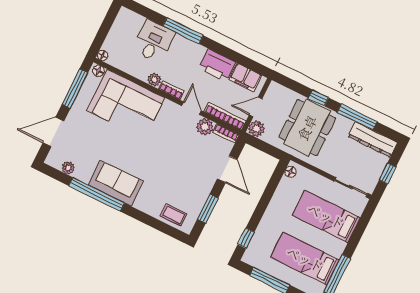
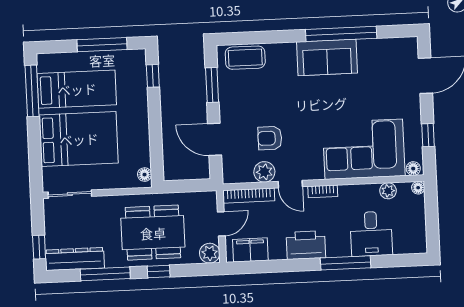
printer: (217, 65) -> (306, 245), moved
plant: (154, 80) -> (388, 191), moved
window: (75, 89) -> (428, 135), width x0.46
dining table: (307, 128) -> (153, 233), turned 90
plant: (256, 129) -> (210, 253), moved
bookcase: (226, 133) -> (237, 177), removed
armchair: (188, 148) -> (270, 138), added
plant: (68, 168) -> (388, 45), removed
window: (388, 174) -> (39, 247), moved
coffee table: (174, 215) -> (245, 58), width x1.36, depth x1.30
bed: (326, 216) -> (79, 139), width x1.50

